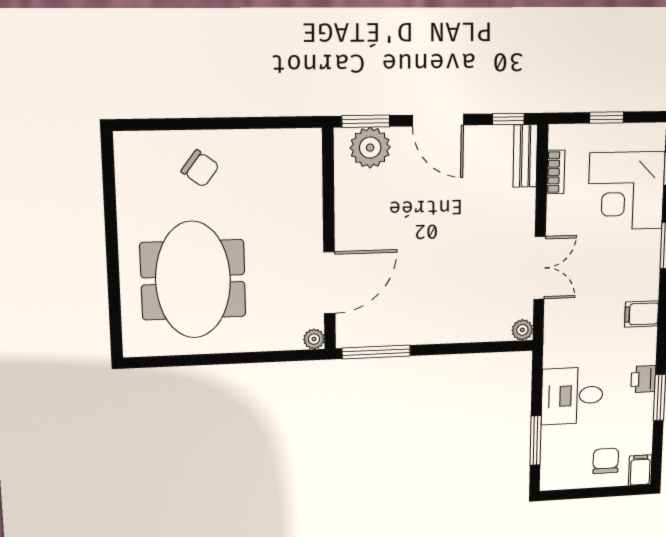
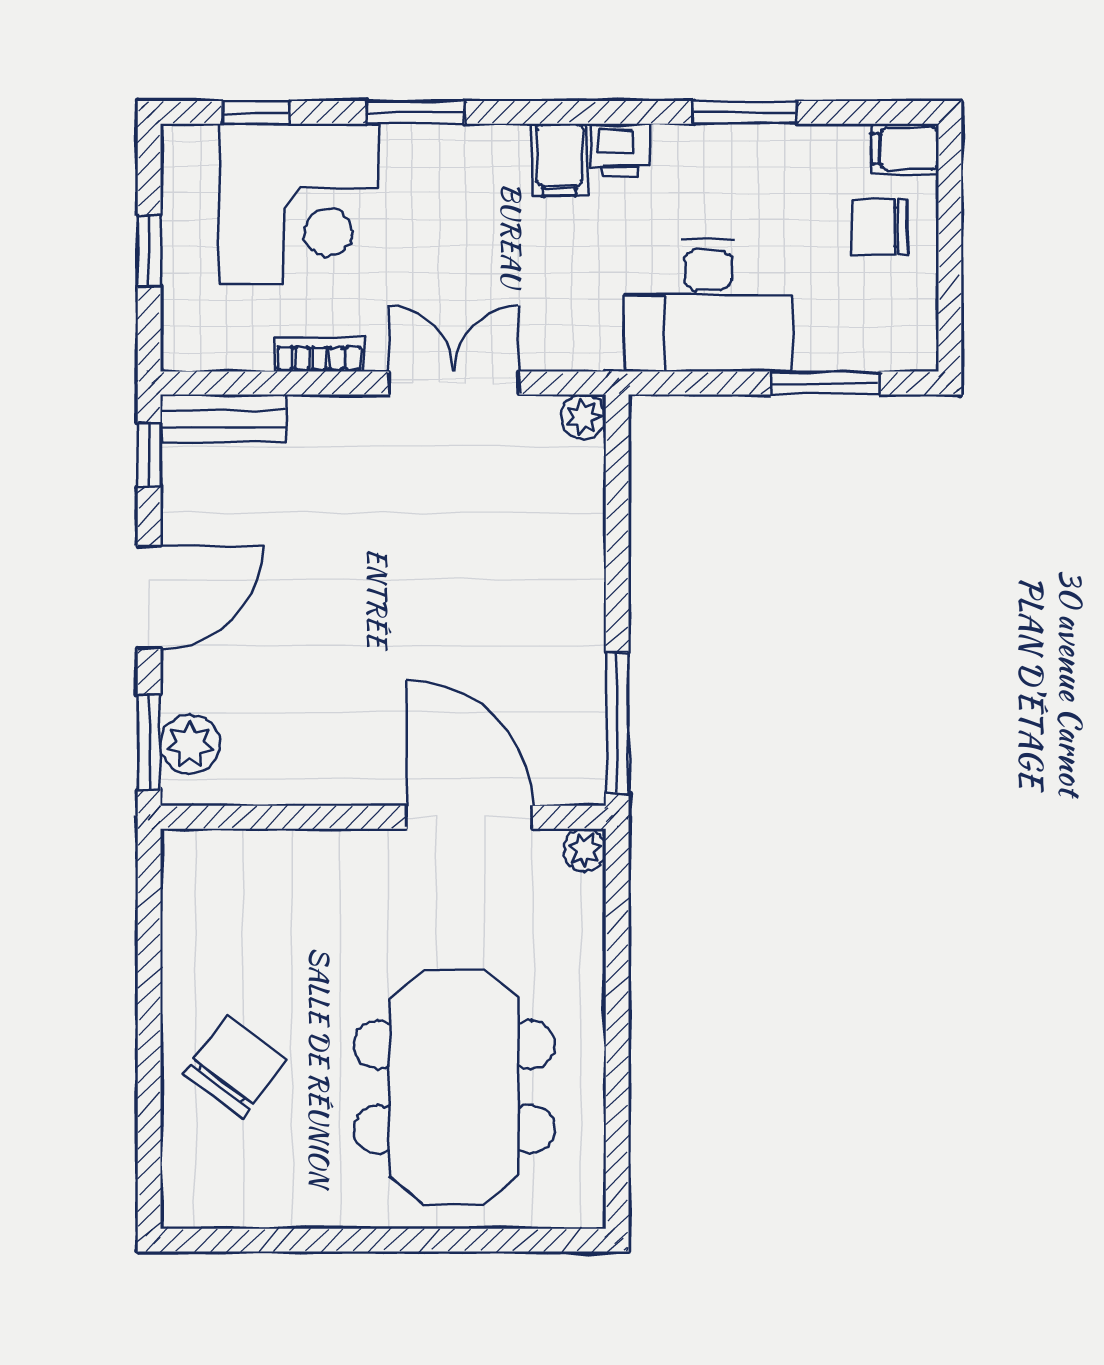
plant: (370, 148) -> (190, 744), width x0.73, depth x0.73
chair: (200, 169) -> (235, 1066), width x1.37, depth x1.37
bookcase: (556, 172) -> (319, 354), moved
meeting table: (193, 280) -> (454, 1087), turned 90
printer: (643, 379) -> (621, 150), moved
desk: (572, 396) -> (708, 306), width x1.37

